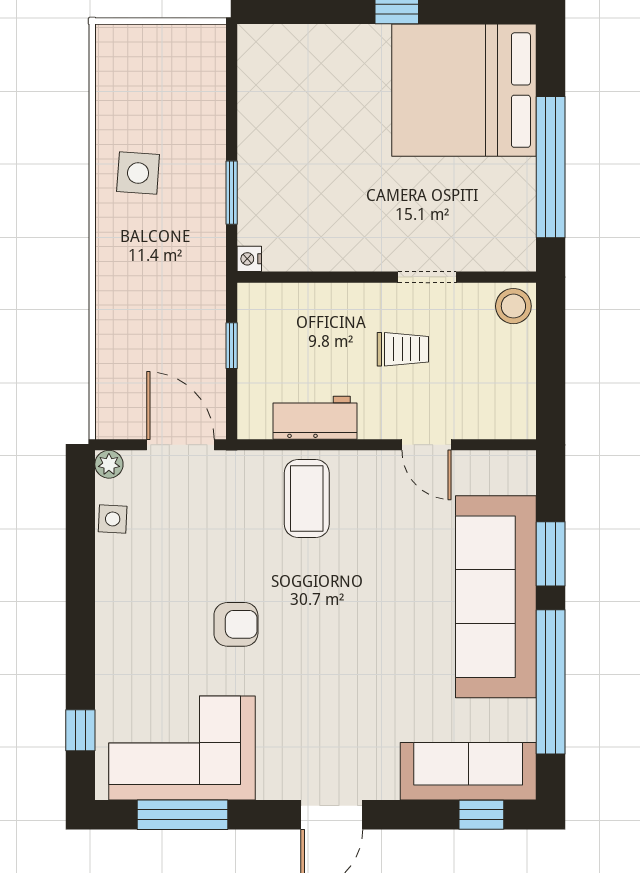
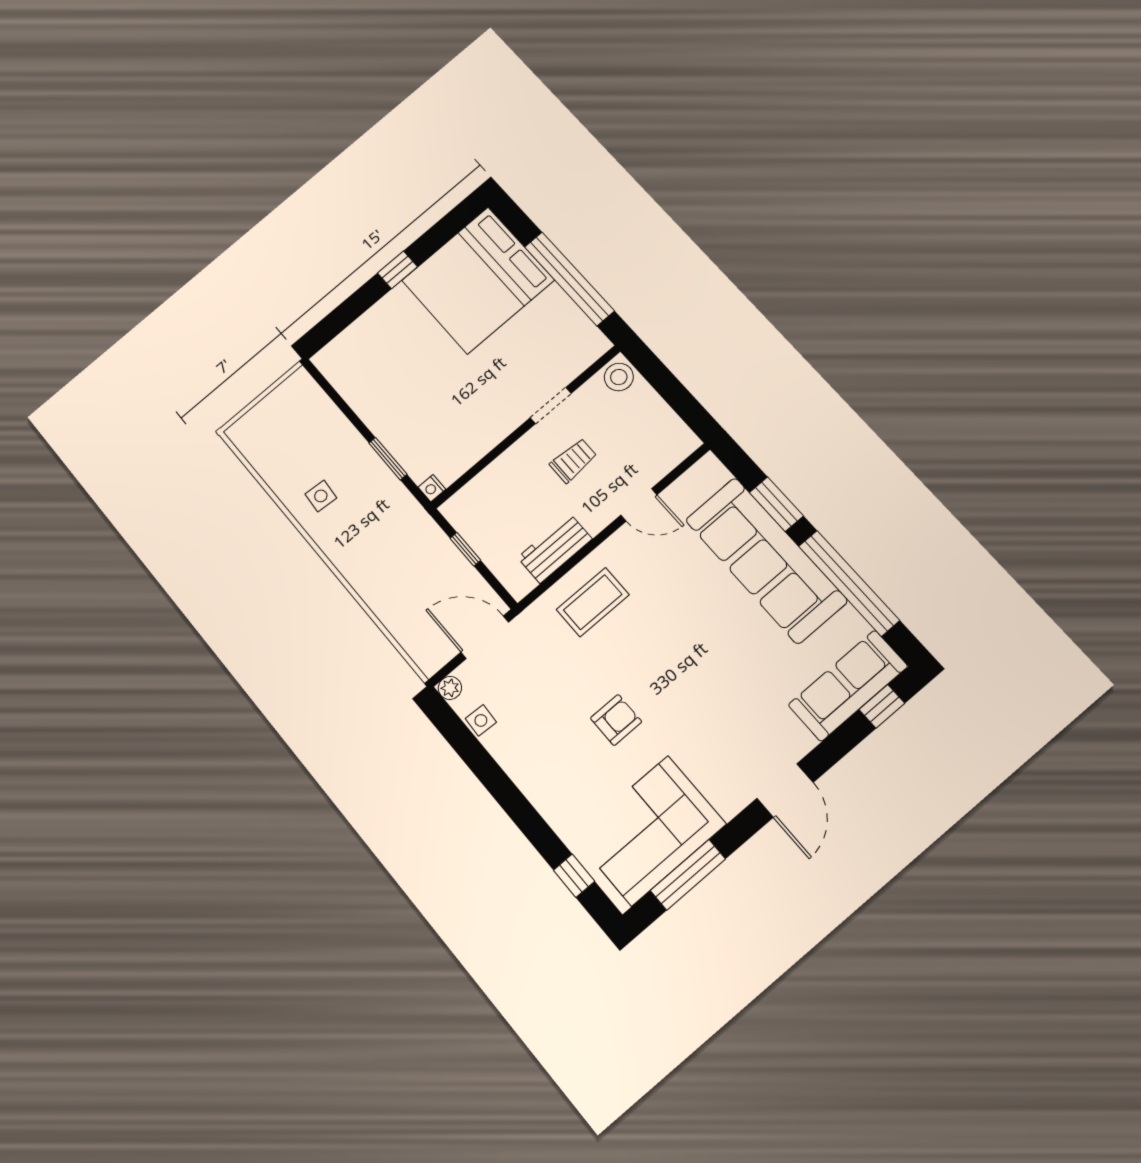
side table: (138, 173) -> (321, 496), width x0.73, depth x0.73
coffee table: (307, 498) -> (593, 602), turned 90

